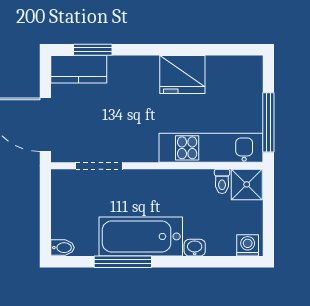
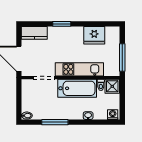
window: (93, 50) -> (62, 24), moved
fridge: (182, 74) -> (94, 35), moved
kitchen unit: (211, 148) -> (79, 69), moved
bathtub: (141, 236) -> (77, 88), moved, turned 180

